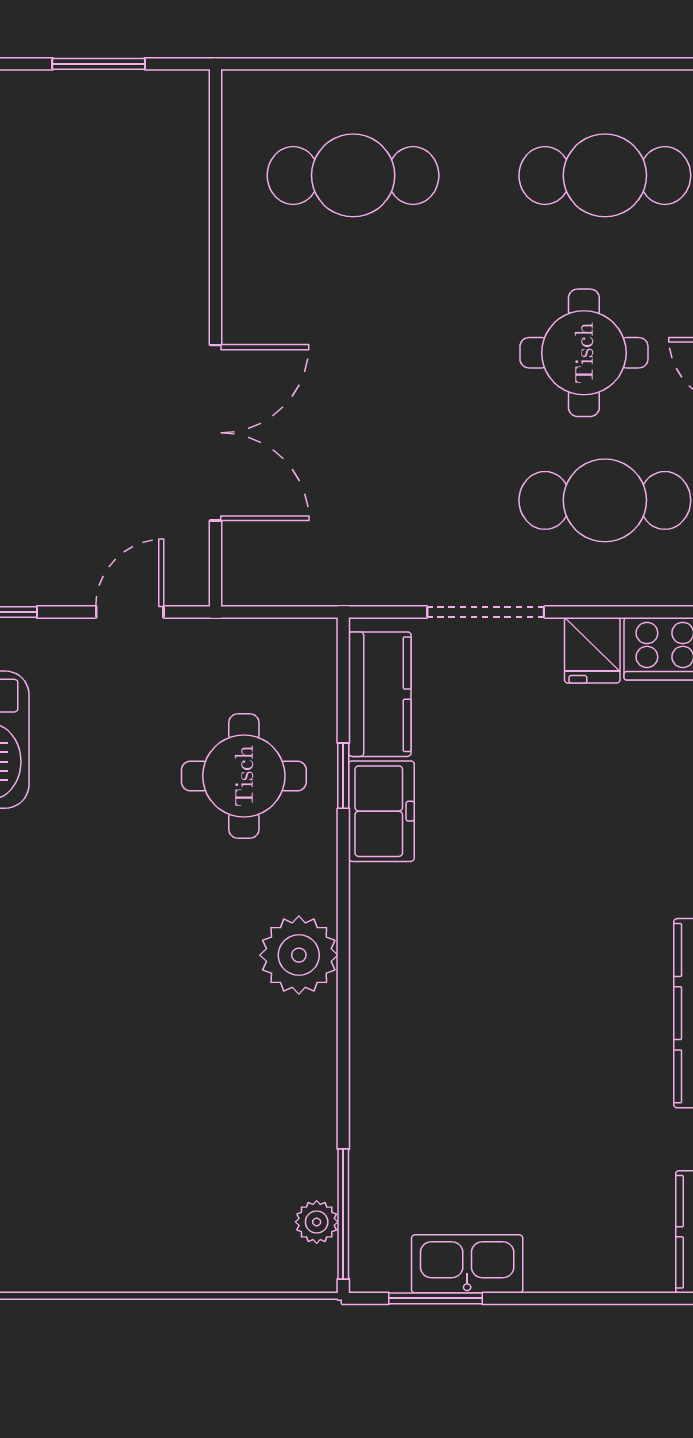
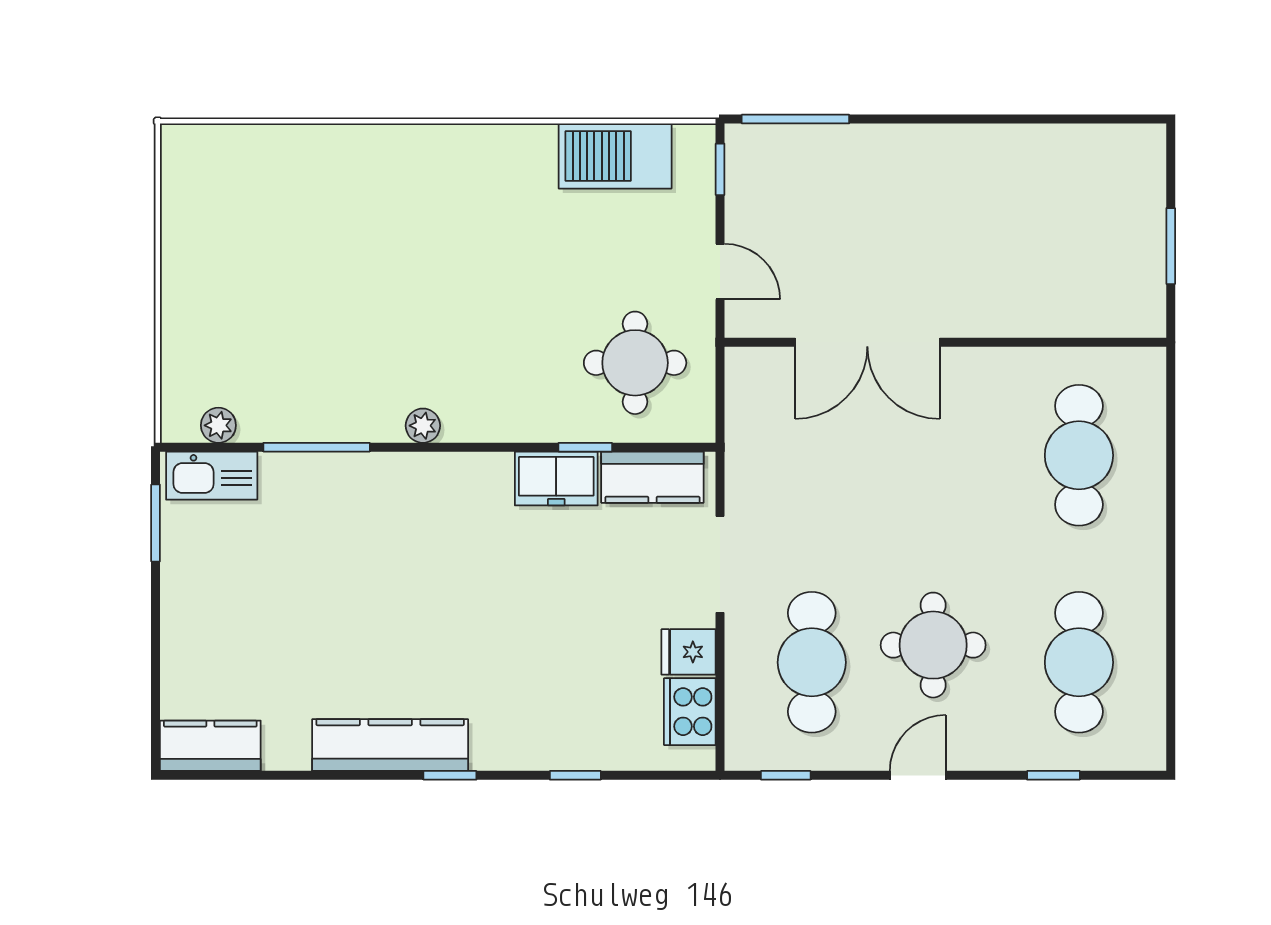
round table: (244, 776) -> (635, 363), moved
plant: (299, 955) -> (423, 426), width x0.53, depth x0.53
window: (343, 1214) -> (317, 447), moved
kitchen sink: (467, 1264) -> (212, 476), moved, turned 90

